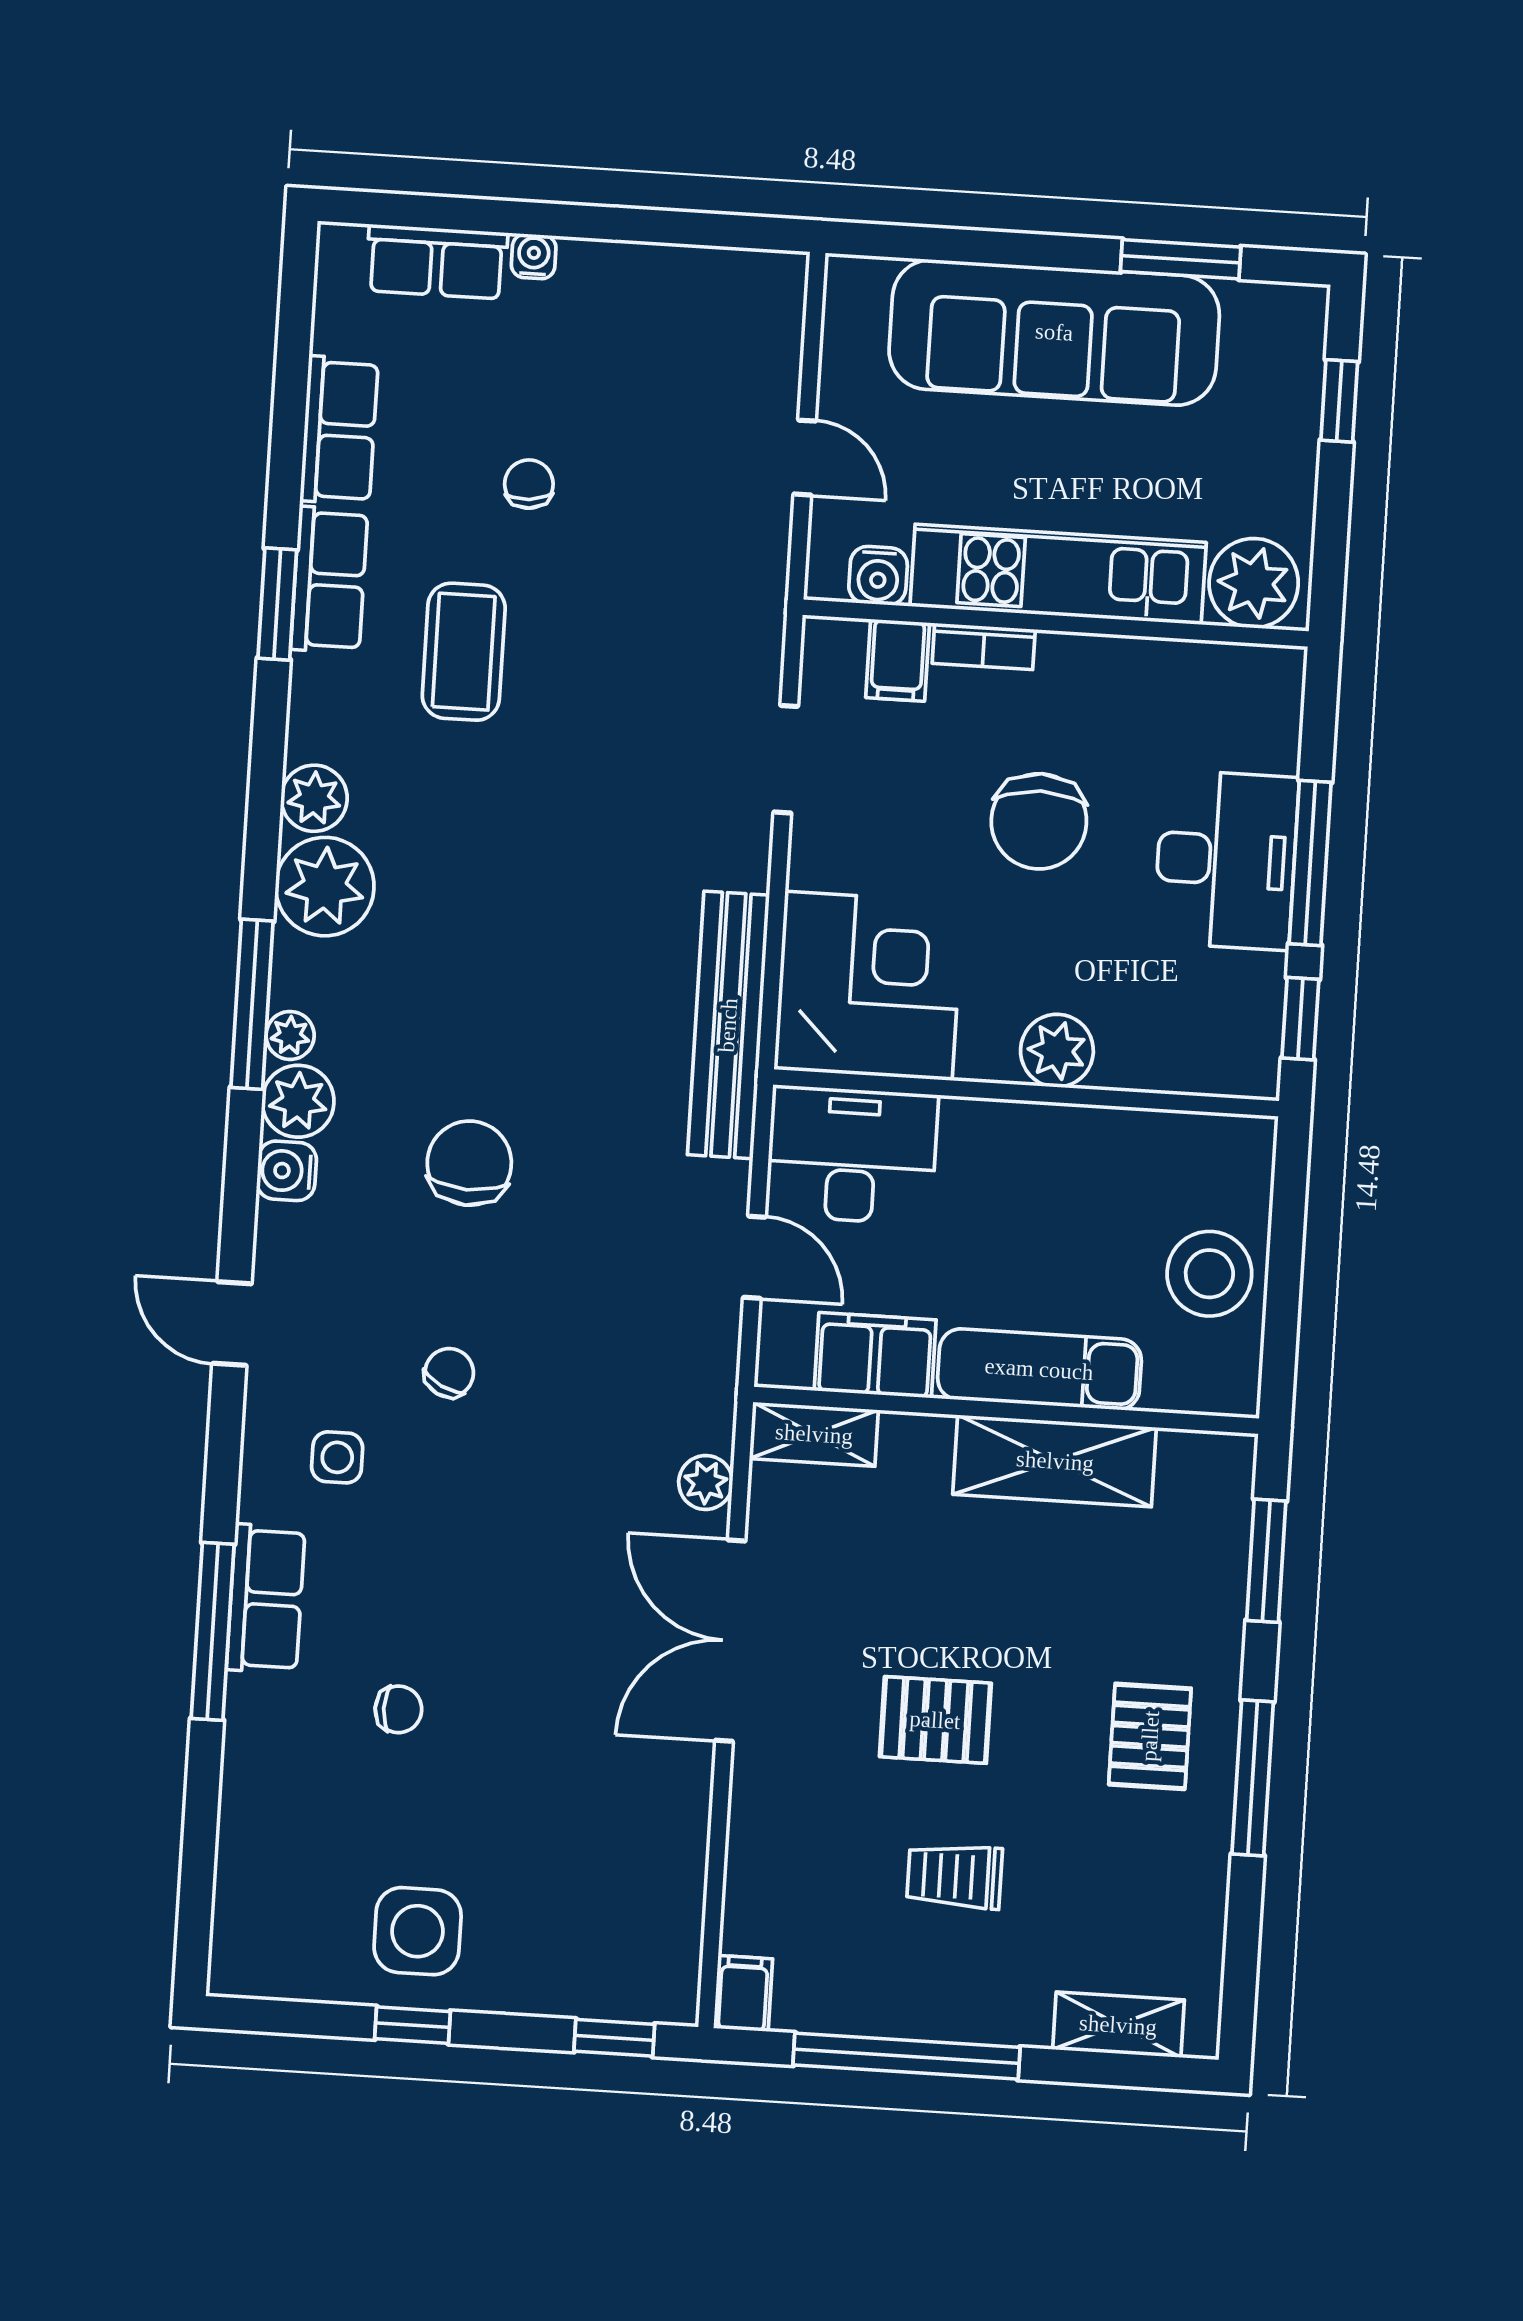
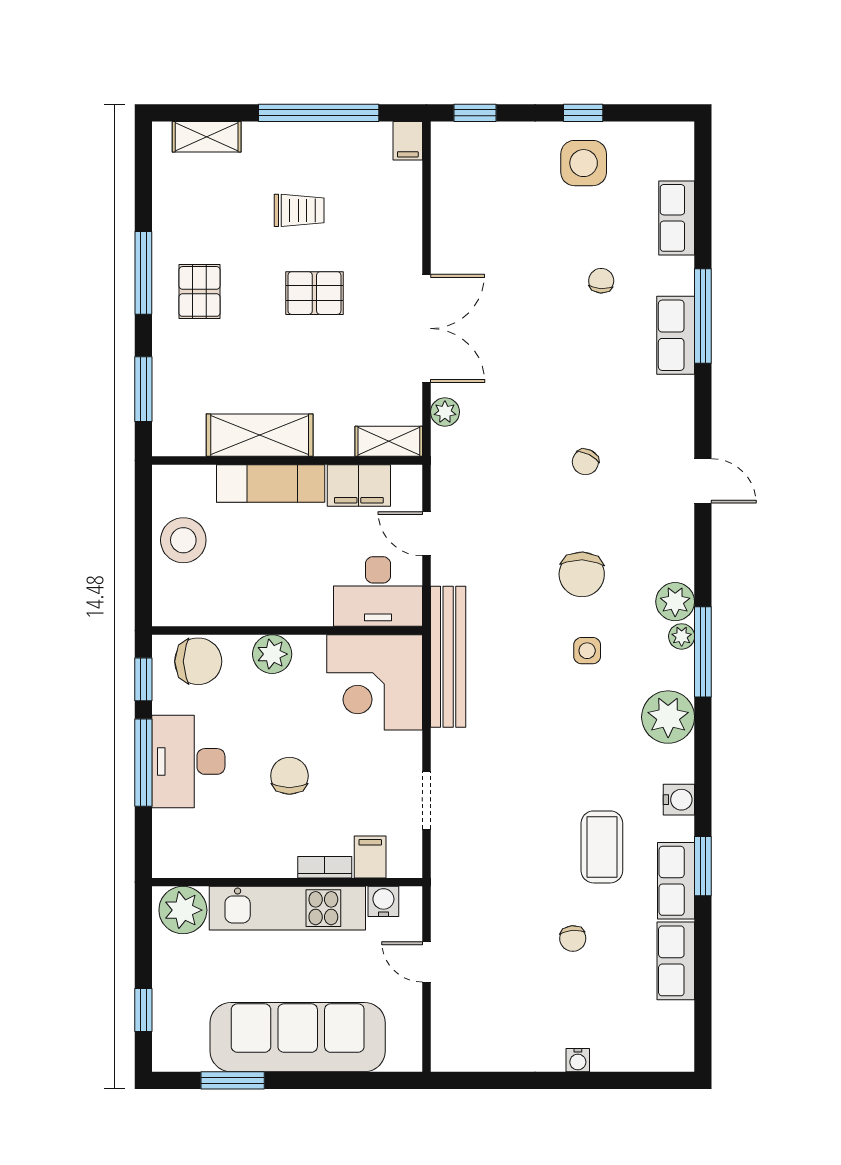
row of seats: (437, 262) -> (677, 218), moved, turned -90
plant: (314, 798) -> (677, 764), removed
chair: (1039, 821) -> (289, 776), width x0.73, depth x0.73
chair: (1196, 1046) -> (198, 661), added
water cooler: (287, 1171) -> (679, 800), moved
side table: (337, 1457) -> (587, 651), moved
chair: (398, 1709) -> (601, 281), turned 94

